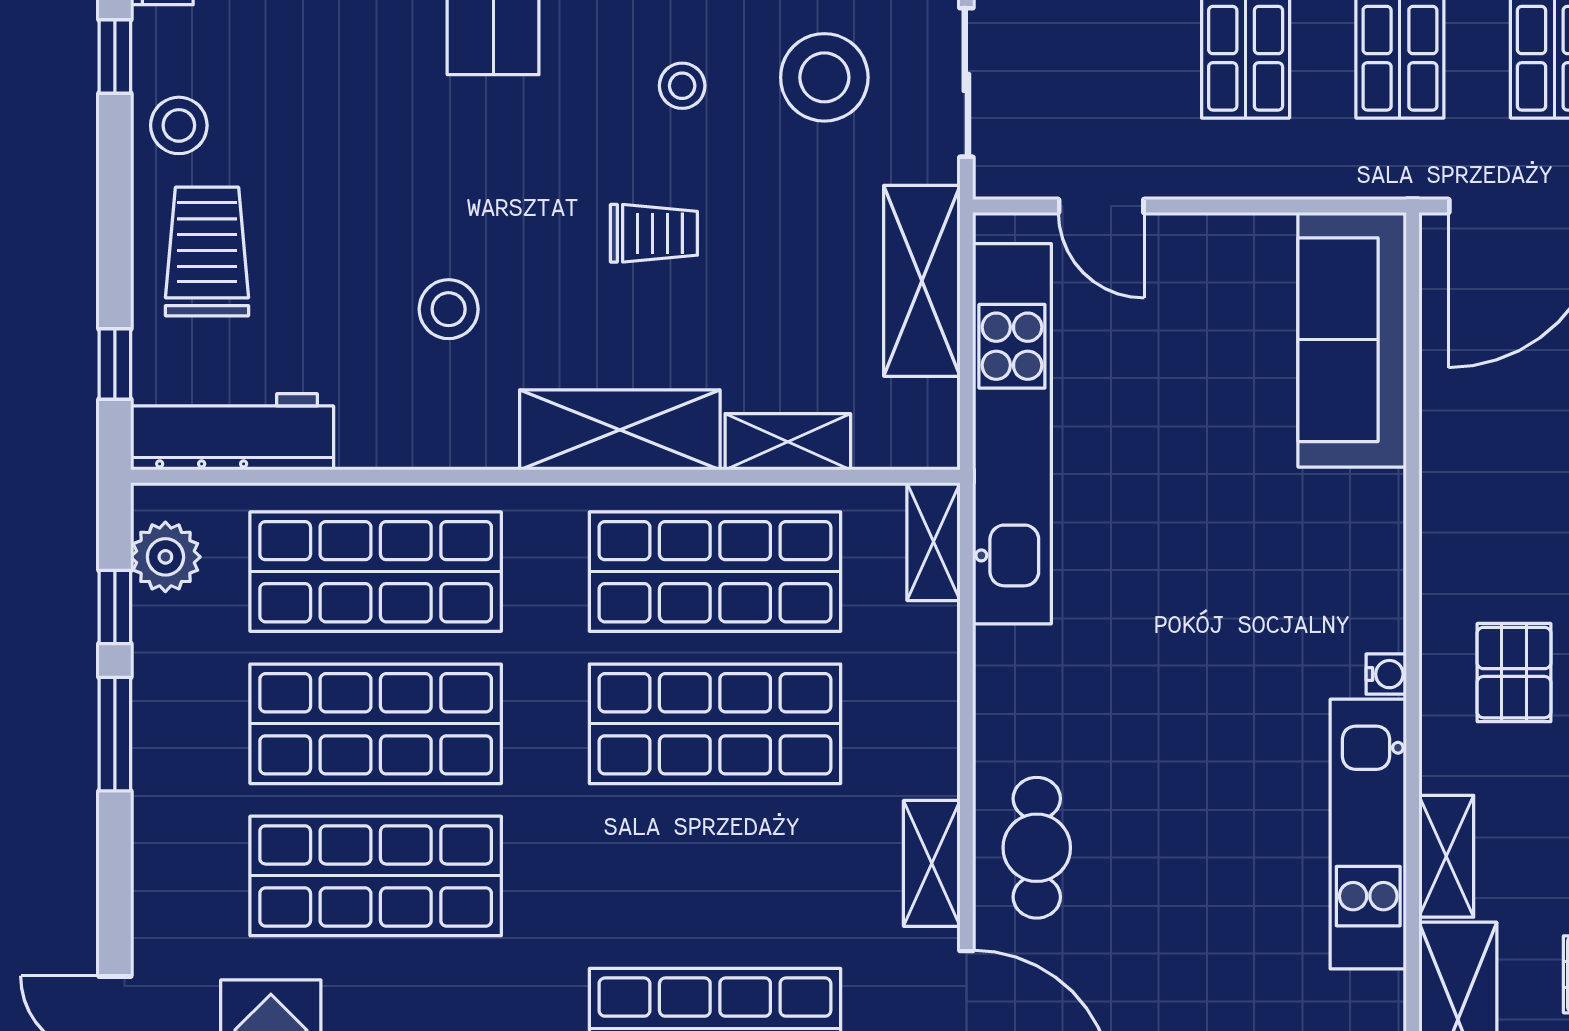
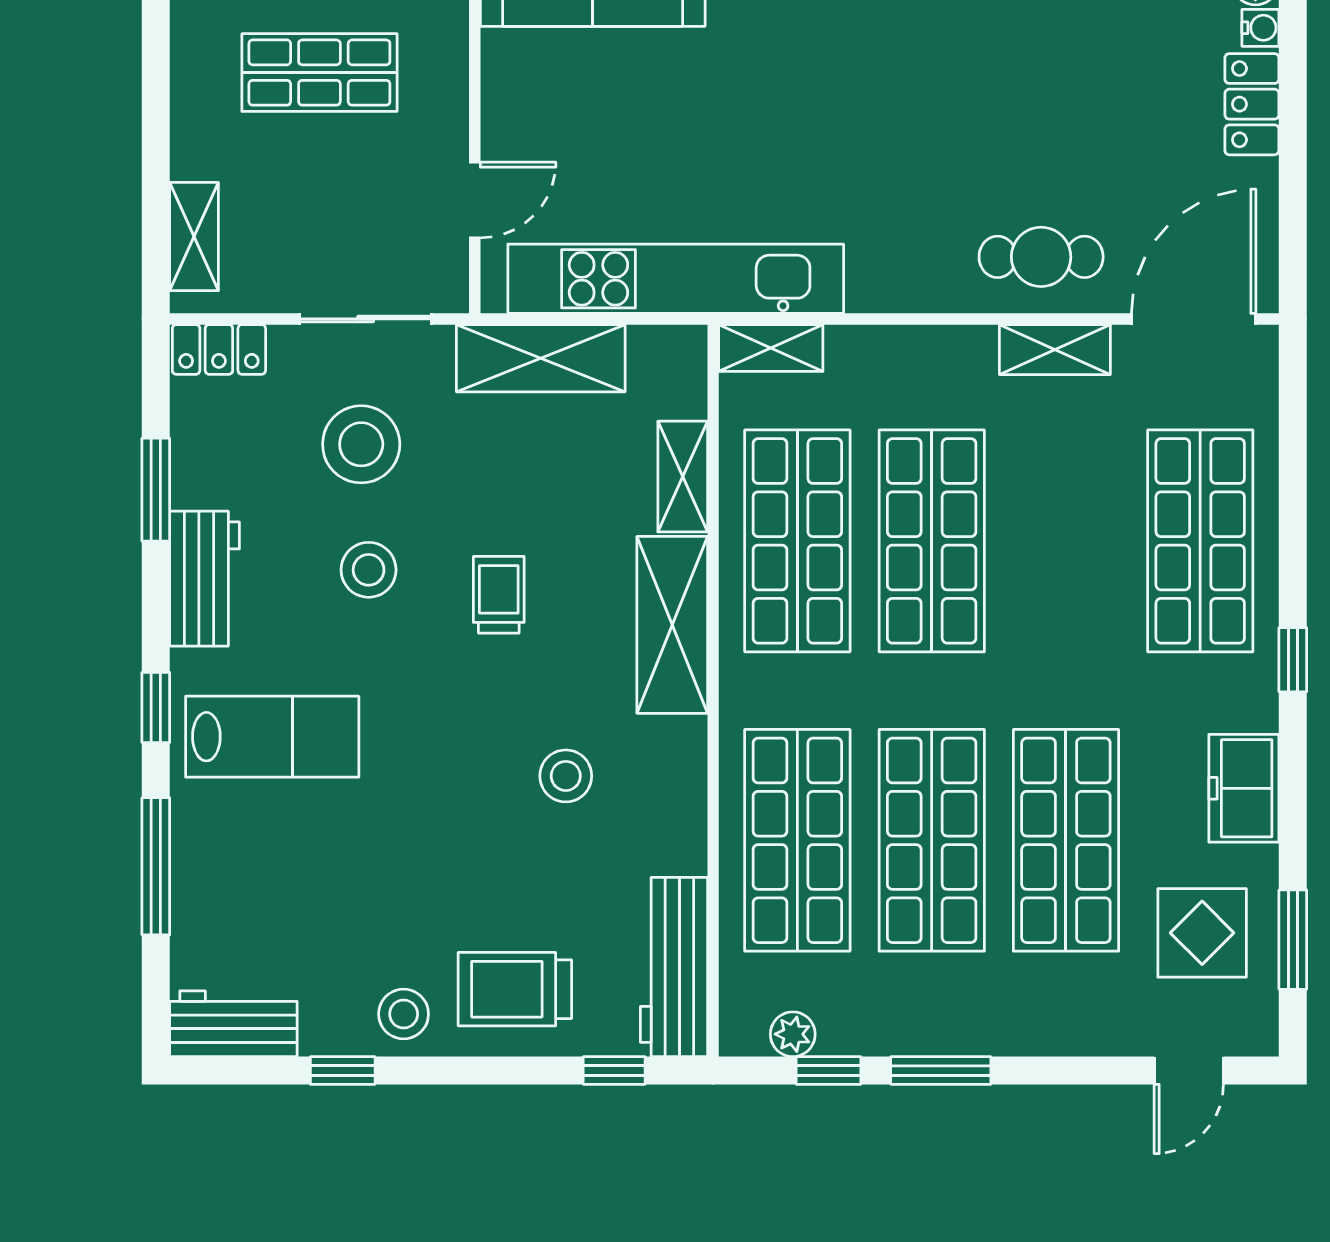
stool: (682, 86) -> (369, 570), width x1.37, depth x1.37
plant: (165, 557) -> (793, 1034), width x0.73, depth x0.73

